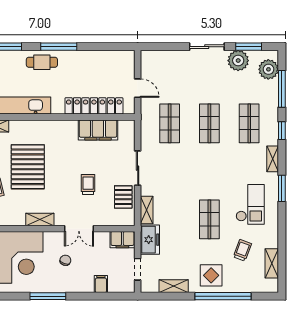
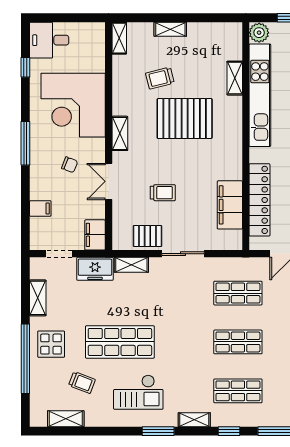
shop shelf: (209, 219) -> (120, 342), width x1.43, depth x1.36

